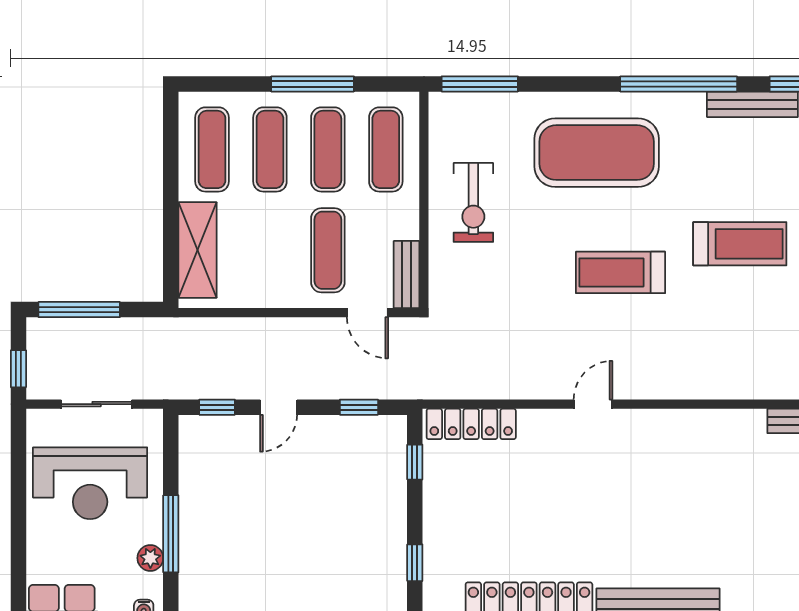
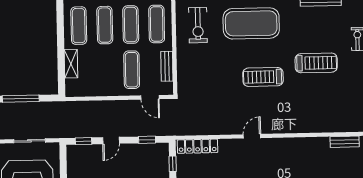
exercise bike: (473, 202) -> (198, 25), moved
shelving: (198, 250) -> (71, 64), width x0.67, depth x0.75
bench: (407, 275) -> (167, 66), moved

